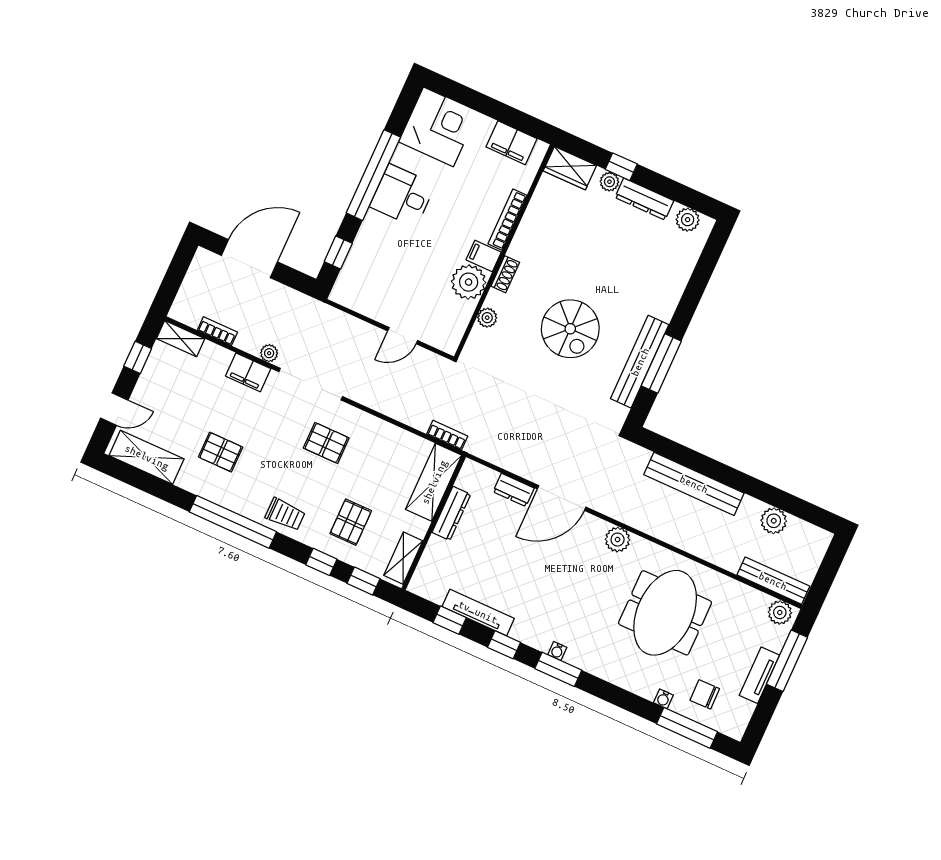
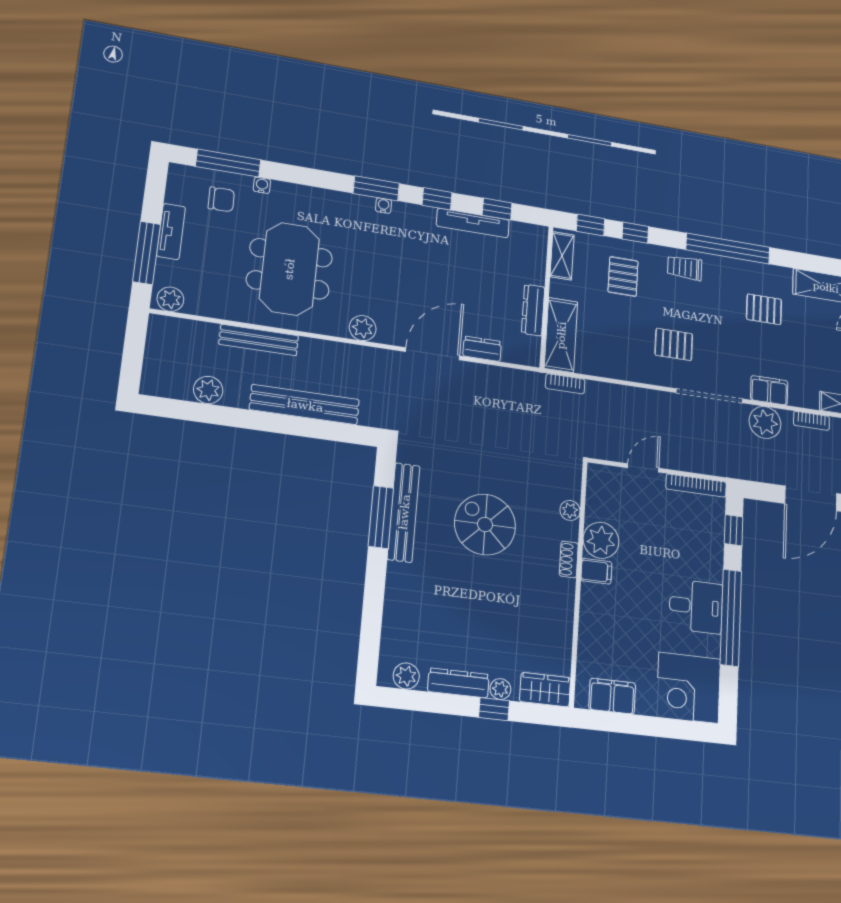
bookcase: (508, 220) -> (696, 486), moved, turned 90
plant: (269, 353) -> (765, 422), width x1.88, depth x1.88
bench: (773, 581) -> (259, 340), moved

